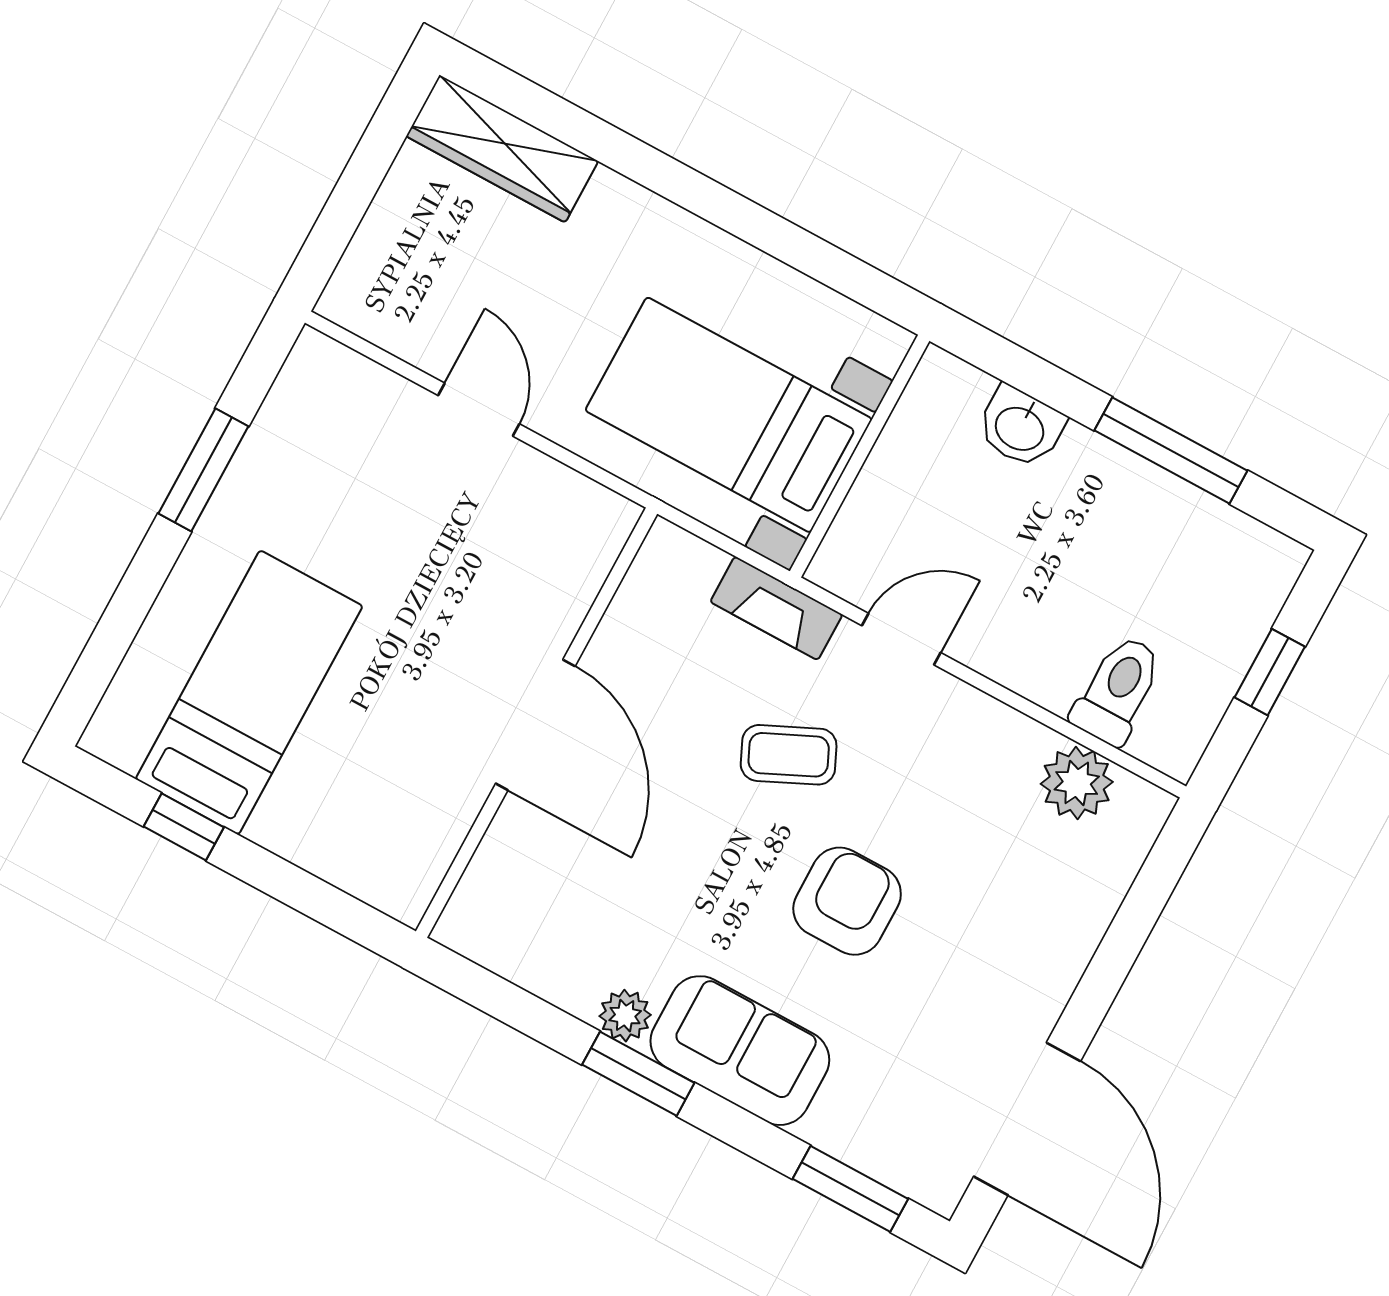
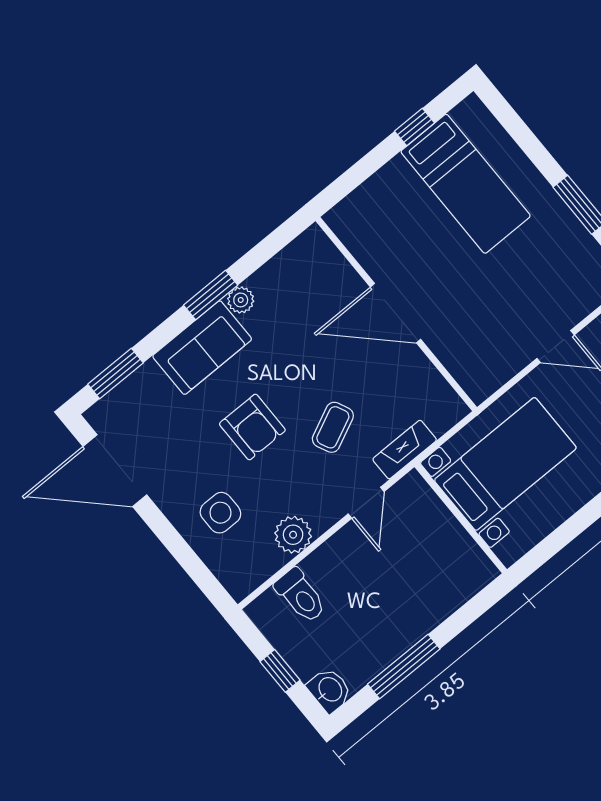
washbasin: (1020, 427) -> (330, 690), moved, turned 90
plant: (1077, 783) -> (293, 535), moved
side table: (1026, 896) -> (220, 513), added

